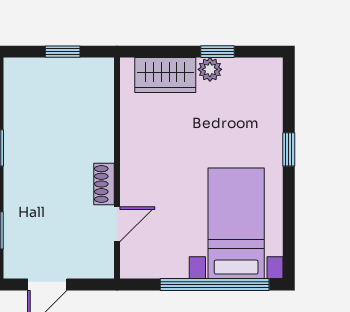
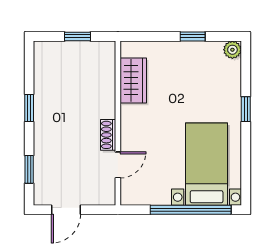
plant: (210, 69) -> (232, 50), moved
wardrobe: (165, 75) -> (133, 80), moved, turned -90

